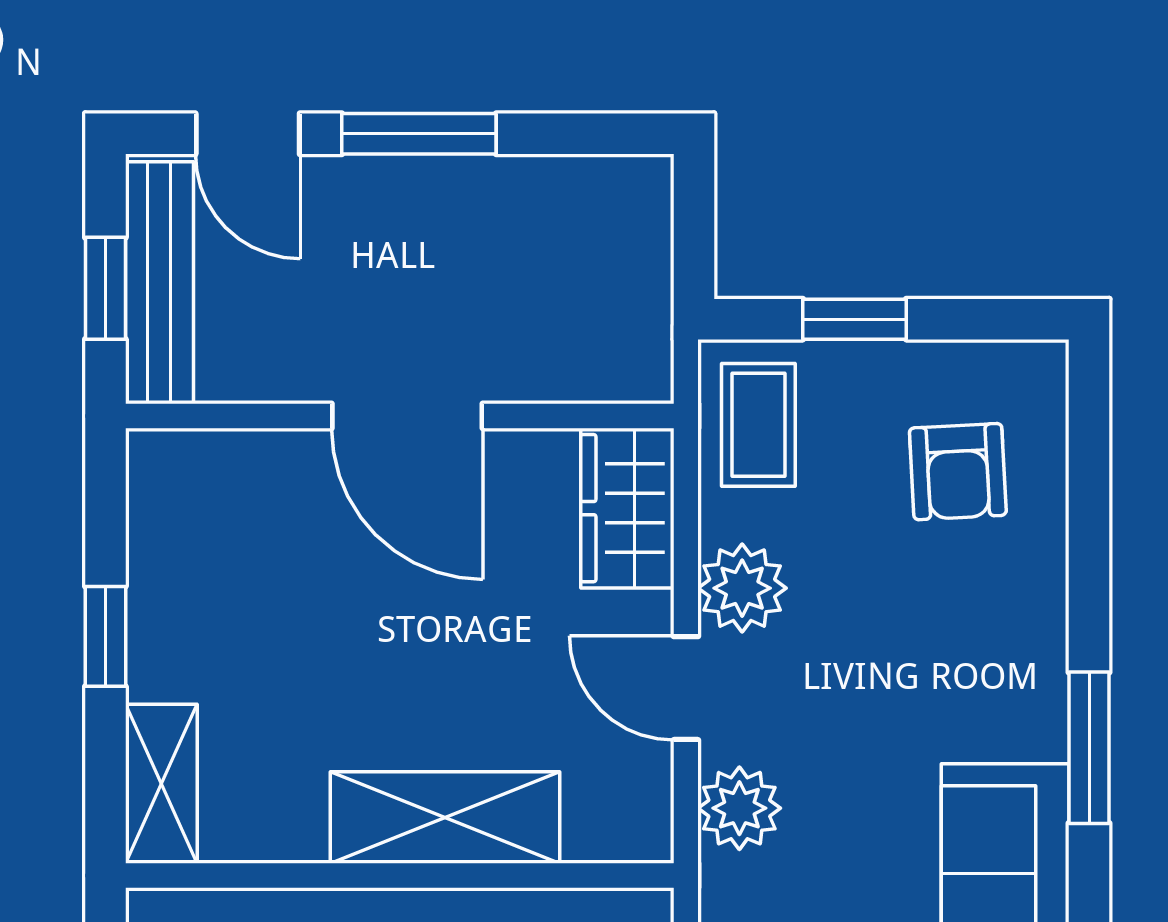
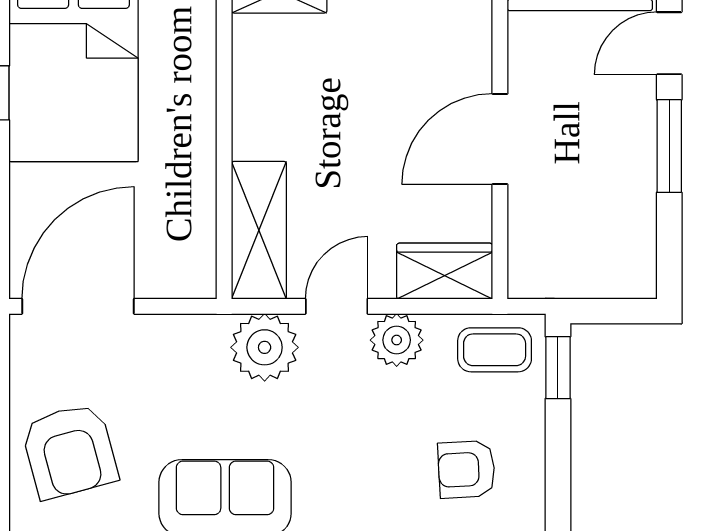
window: (854, 319) -> (558, 368), moved
plant: (739, 808) -> (265, 347), width x1.36, depth x1.36
shelving: (445, 818) -> (259, 230), moved

